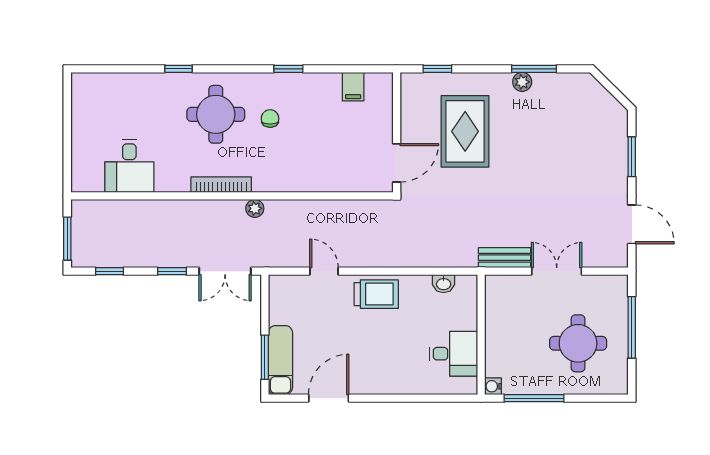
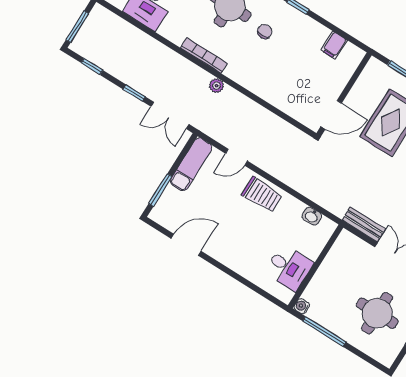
door: (324, 271) -> (237, 157), swing flipped
exam couch: (280, 360) -> (191, 164), moved

